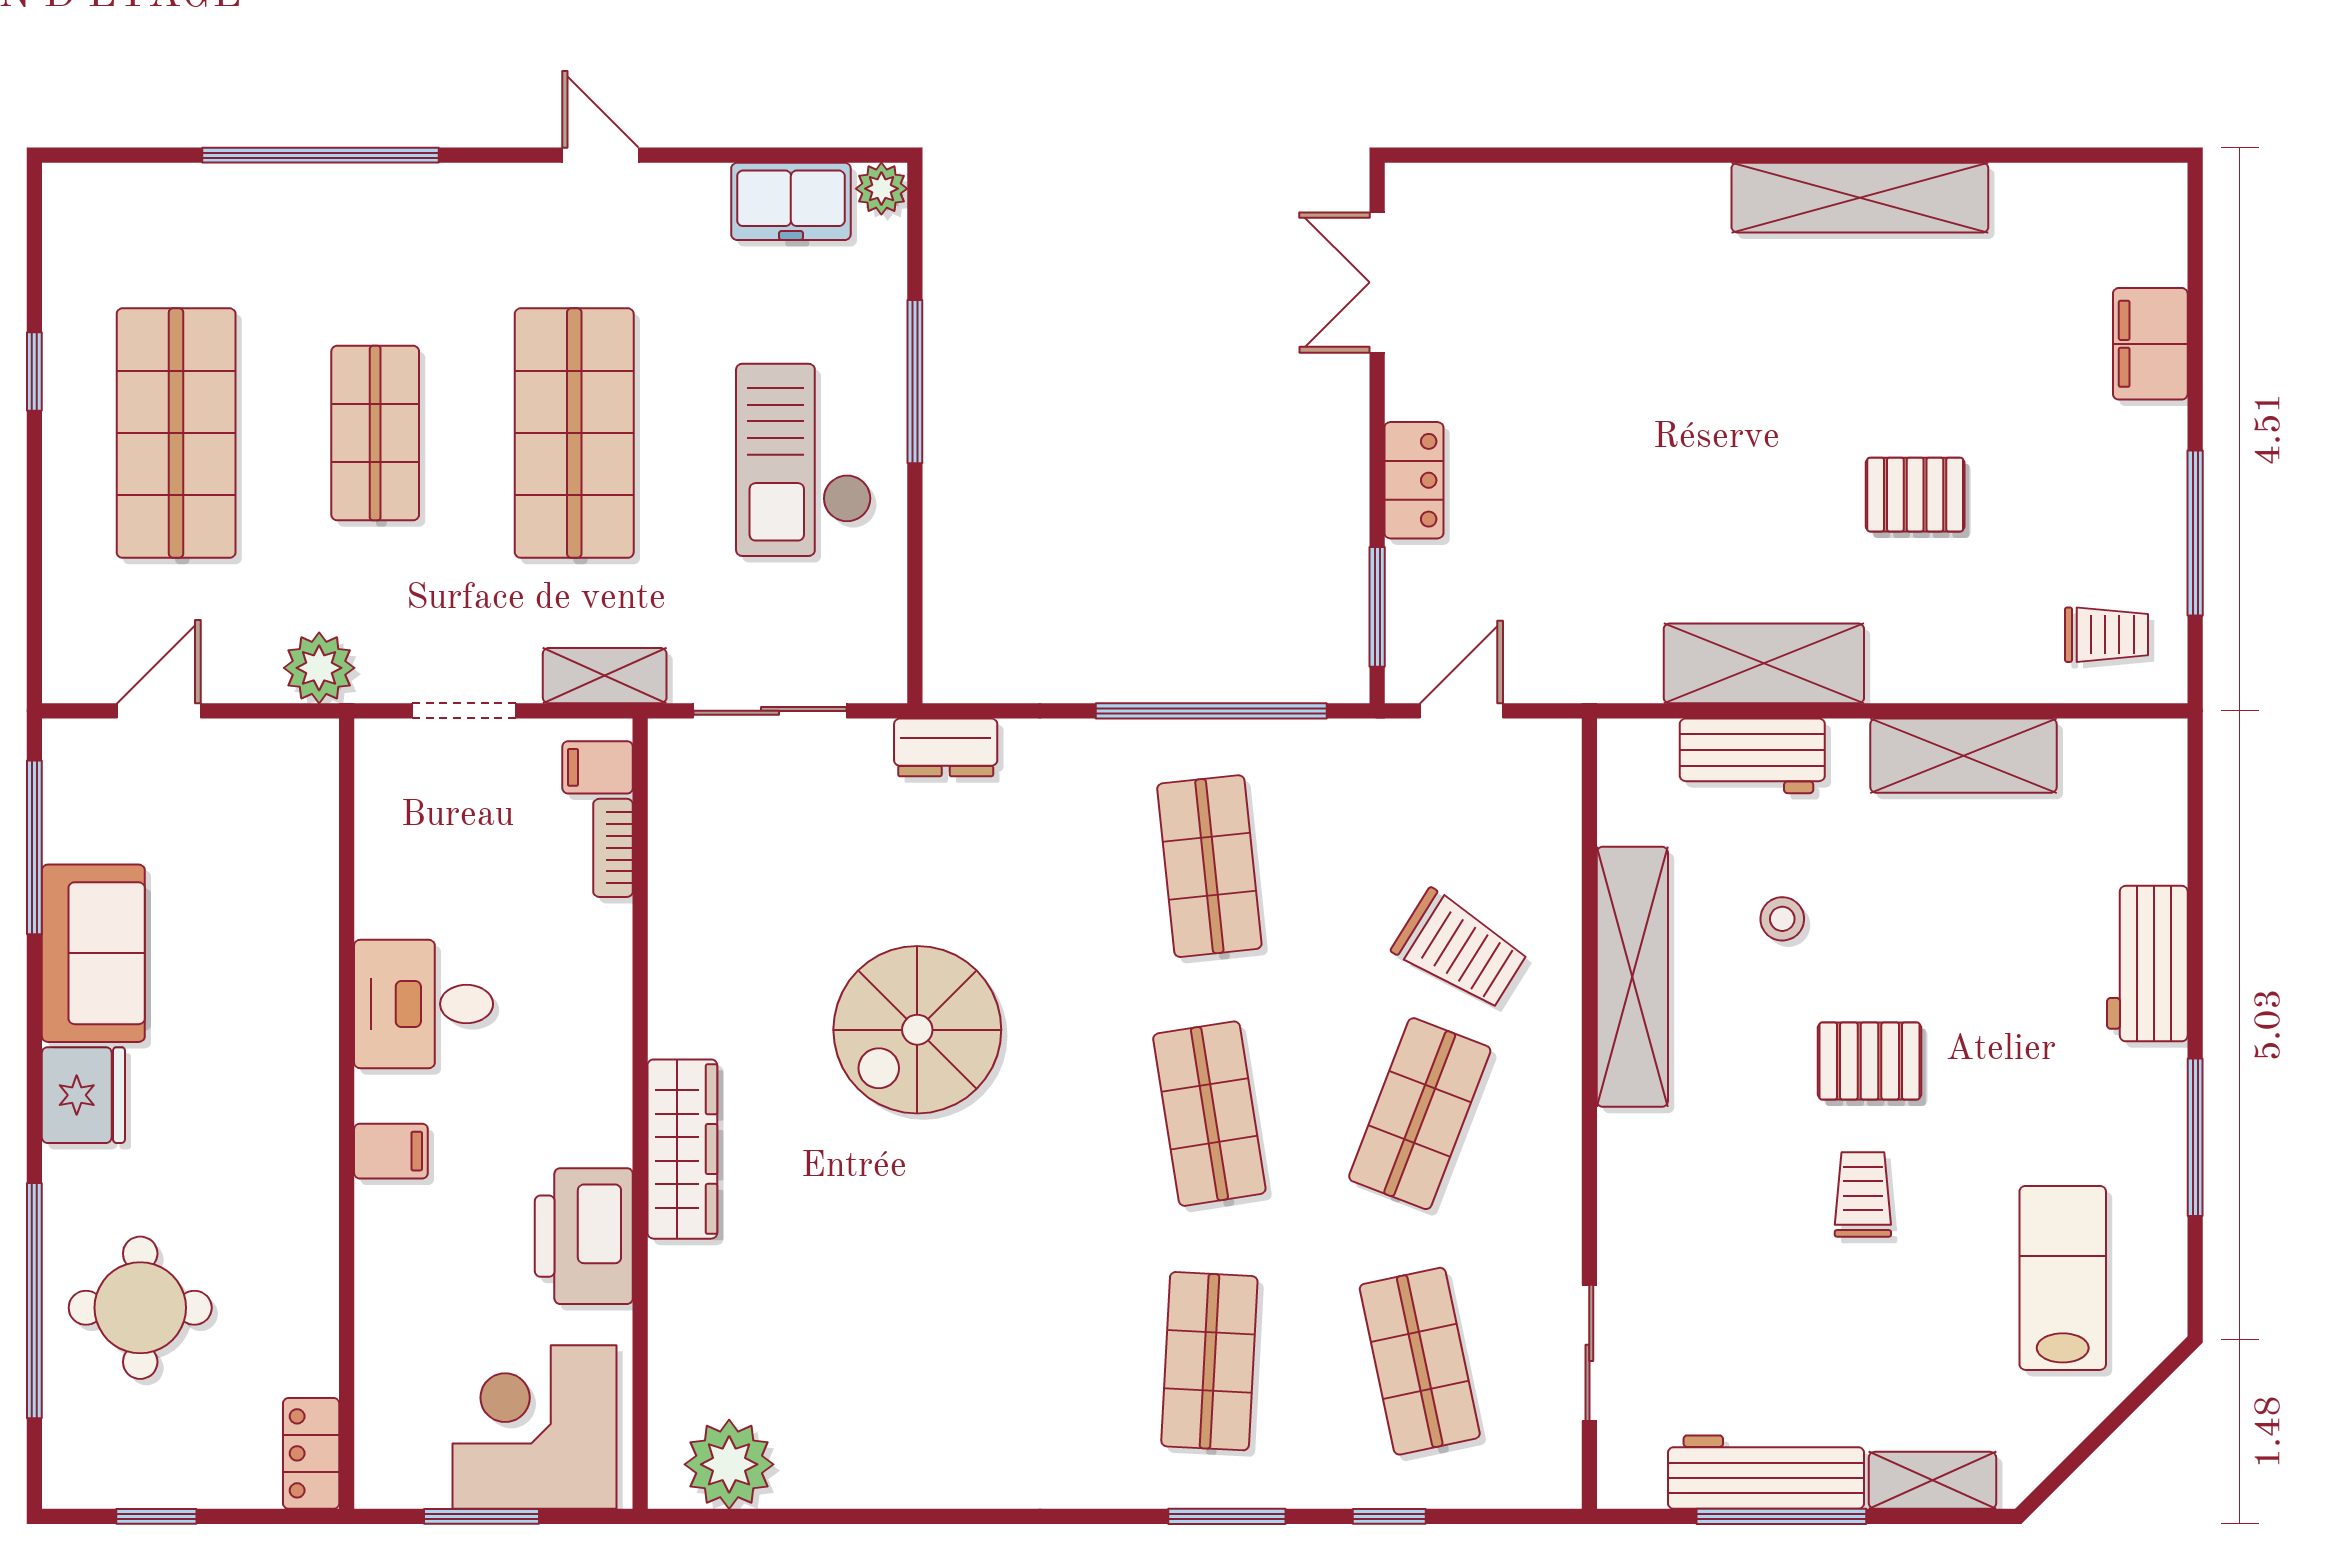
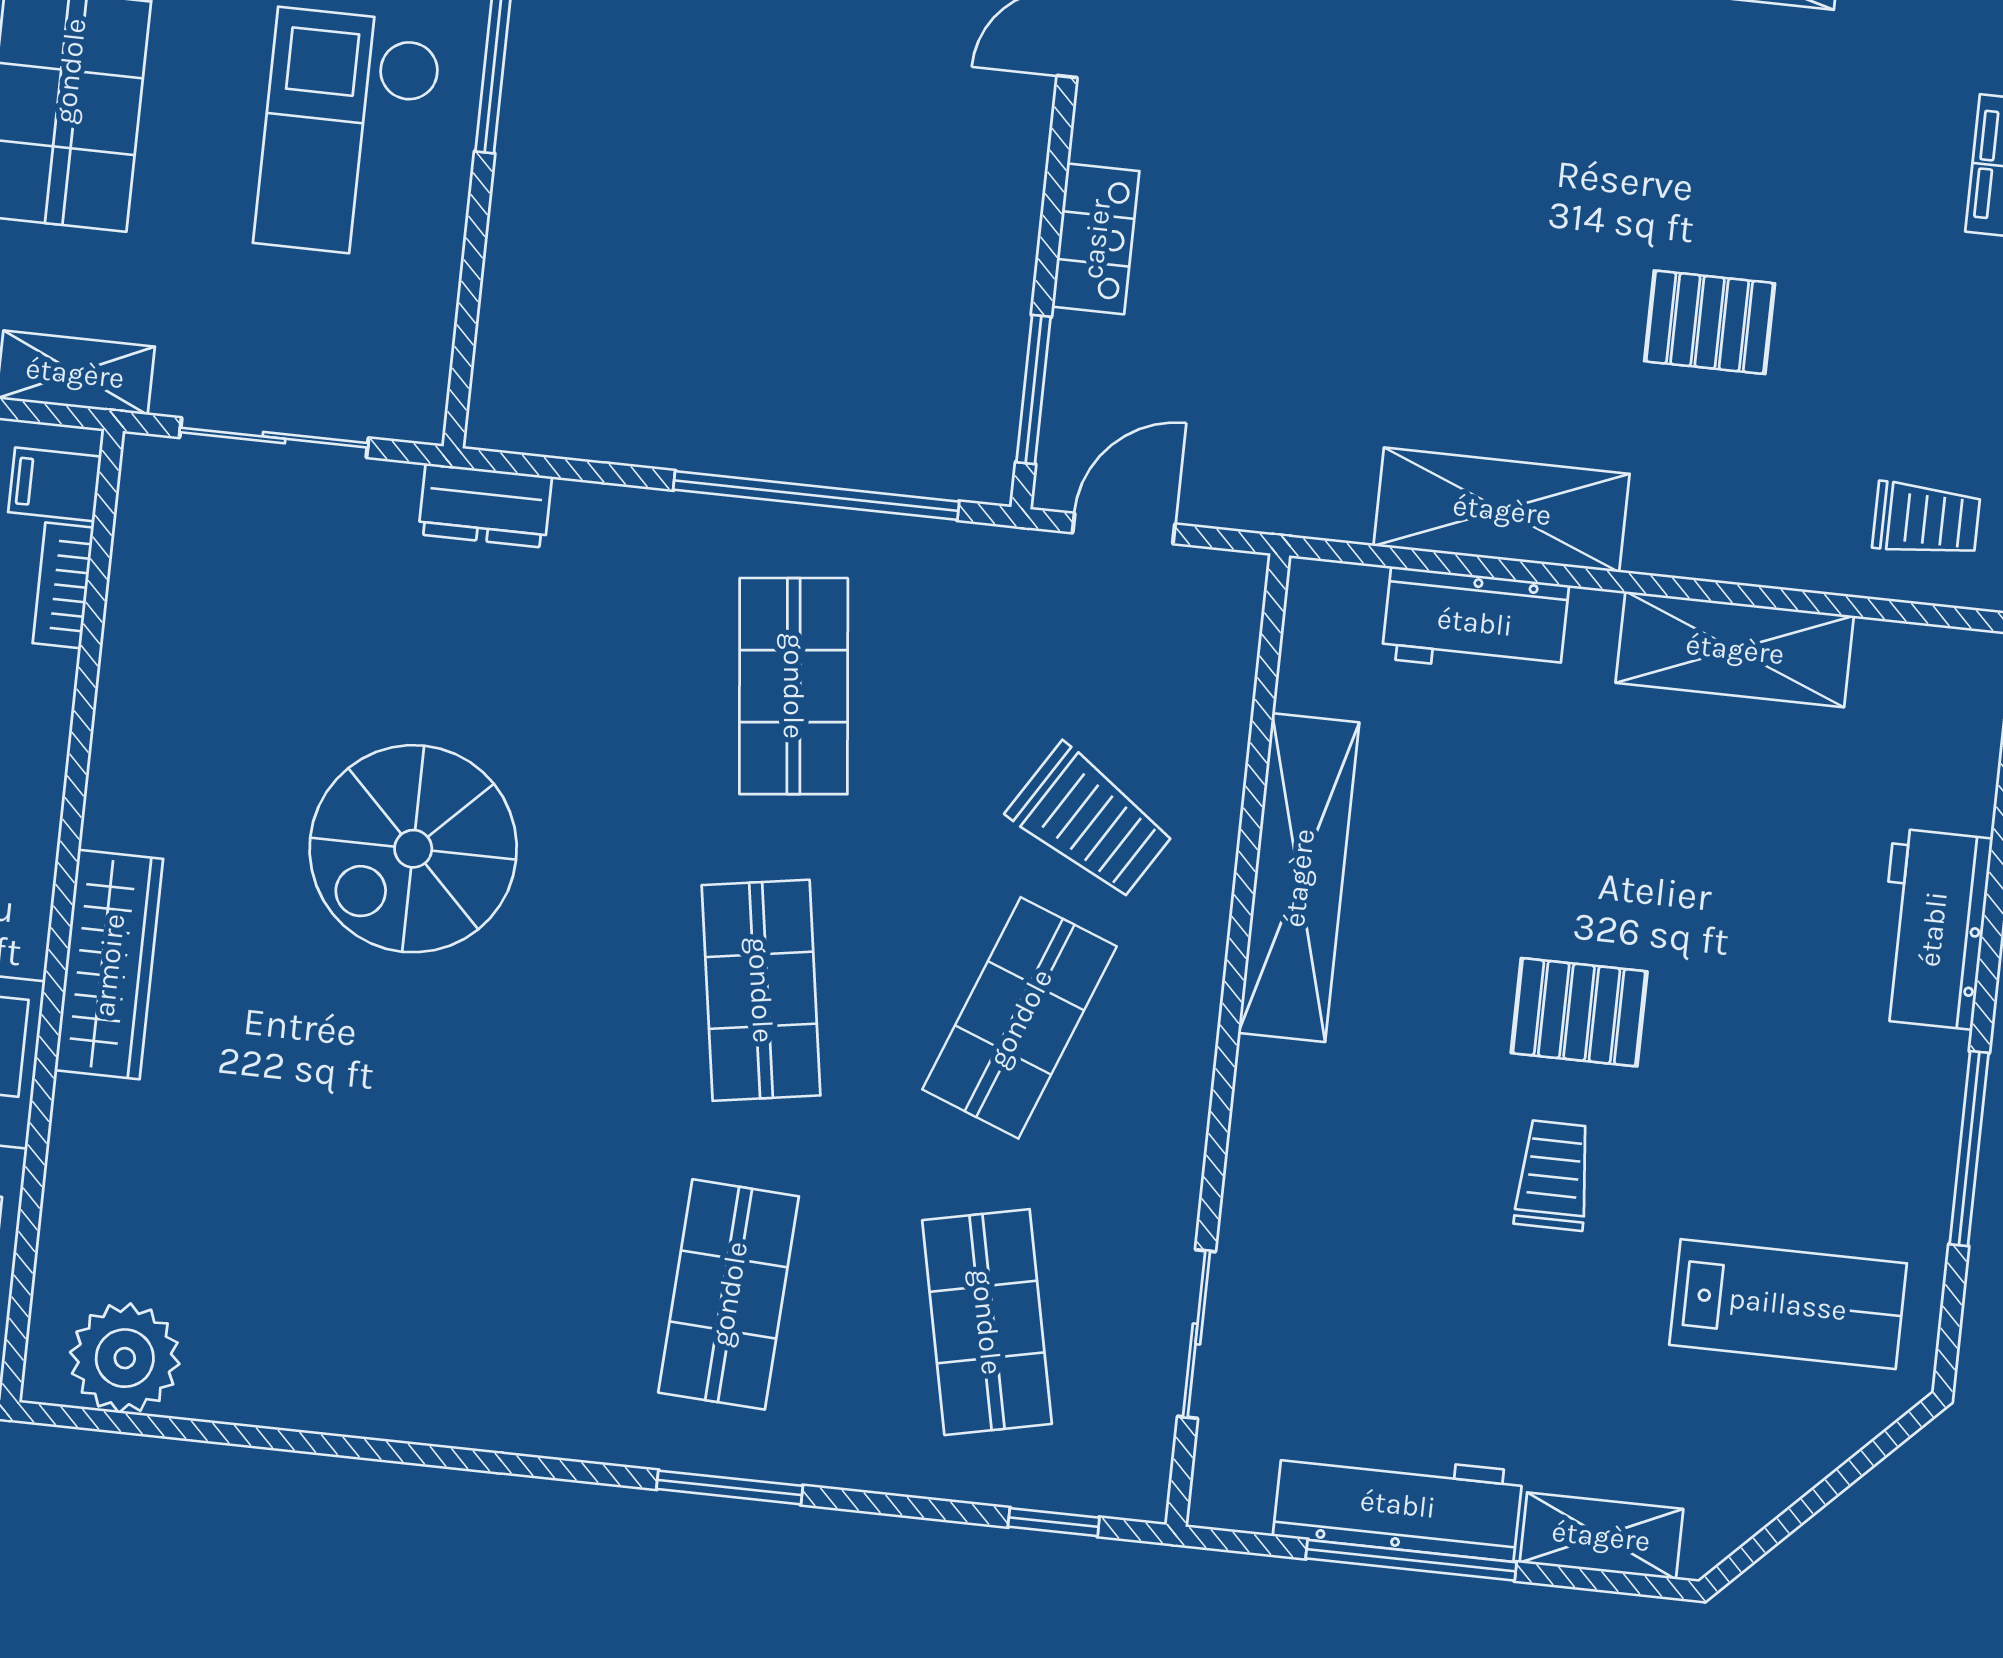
stool: (1782, 919) -> (1491, 826), removed
lab bench: (2063, 1278) -> (1788, 1304), turned 90
window: (1389, 1516) -> (1054, 1522), moved

